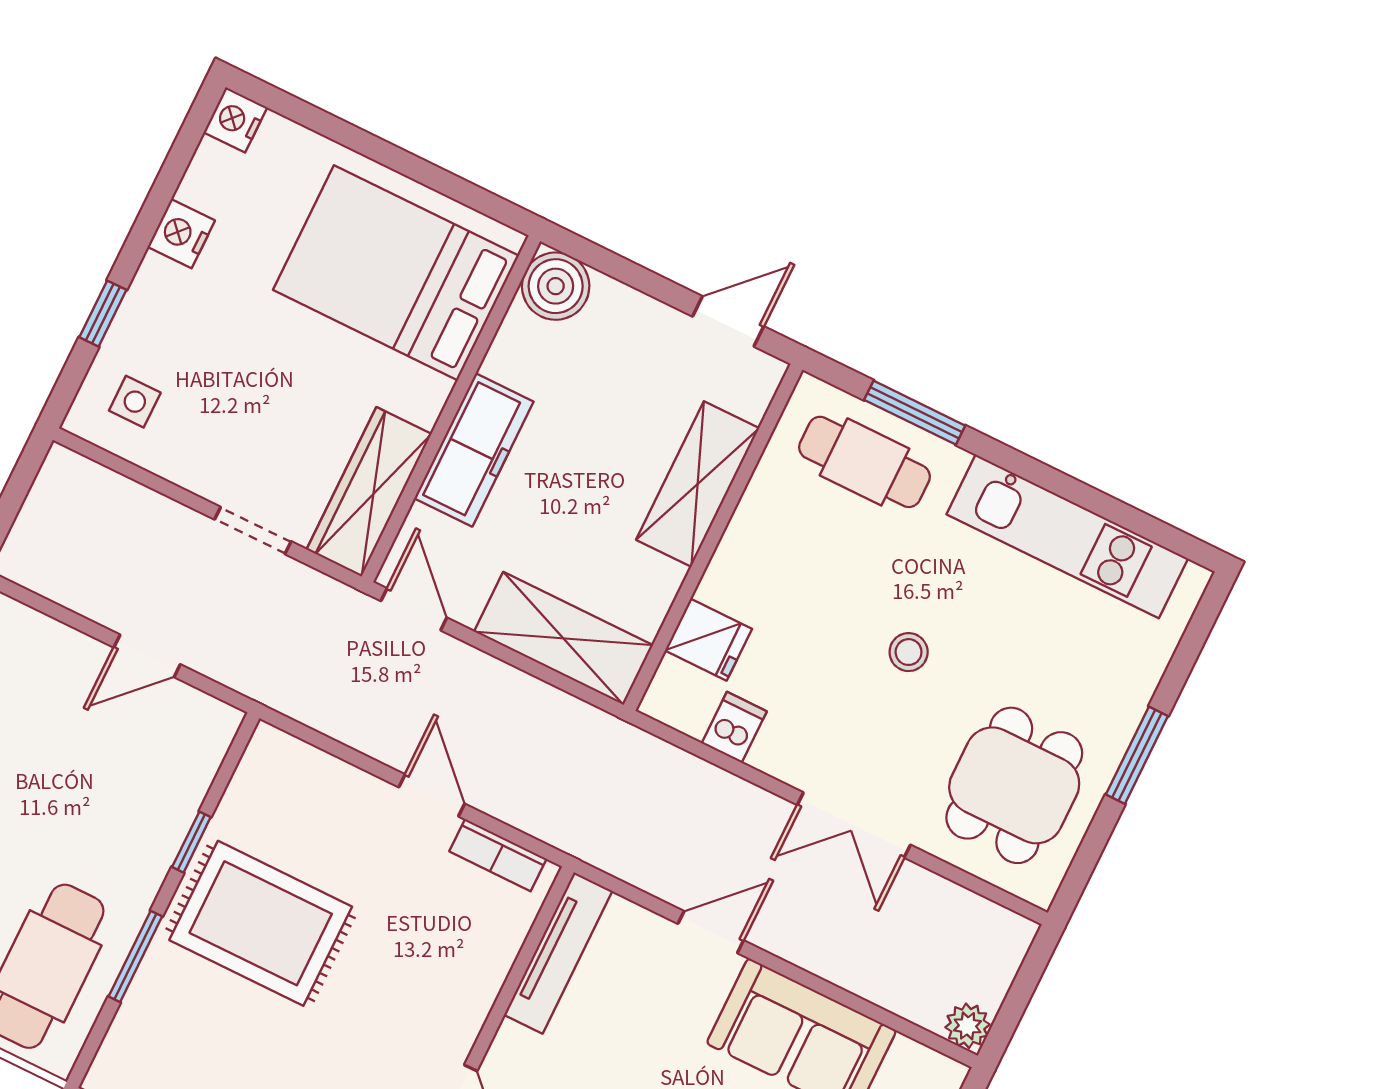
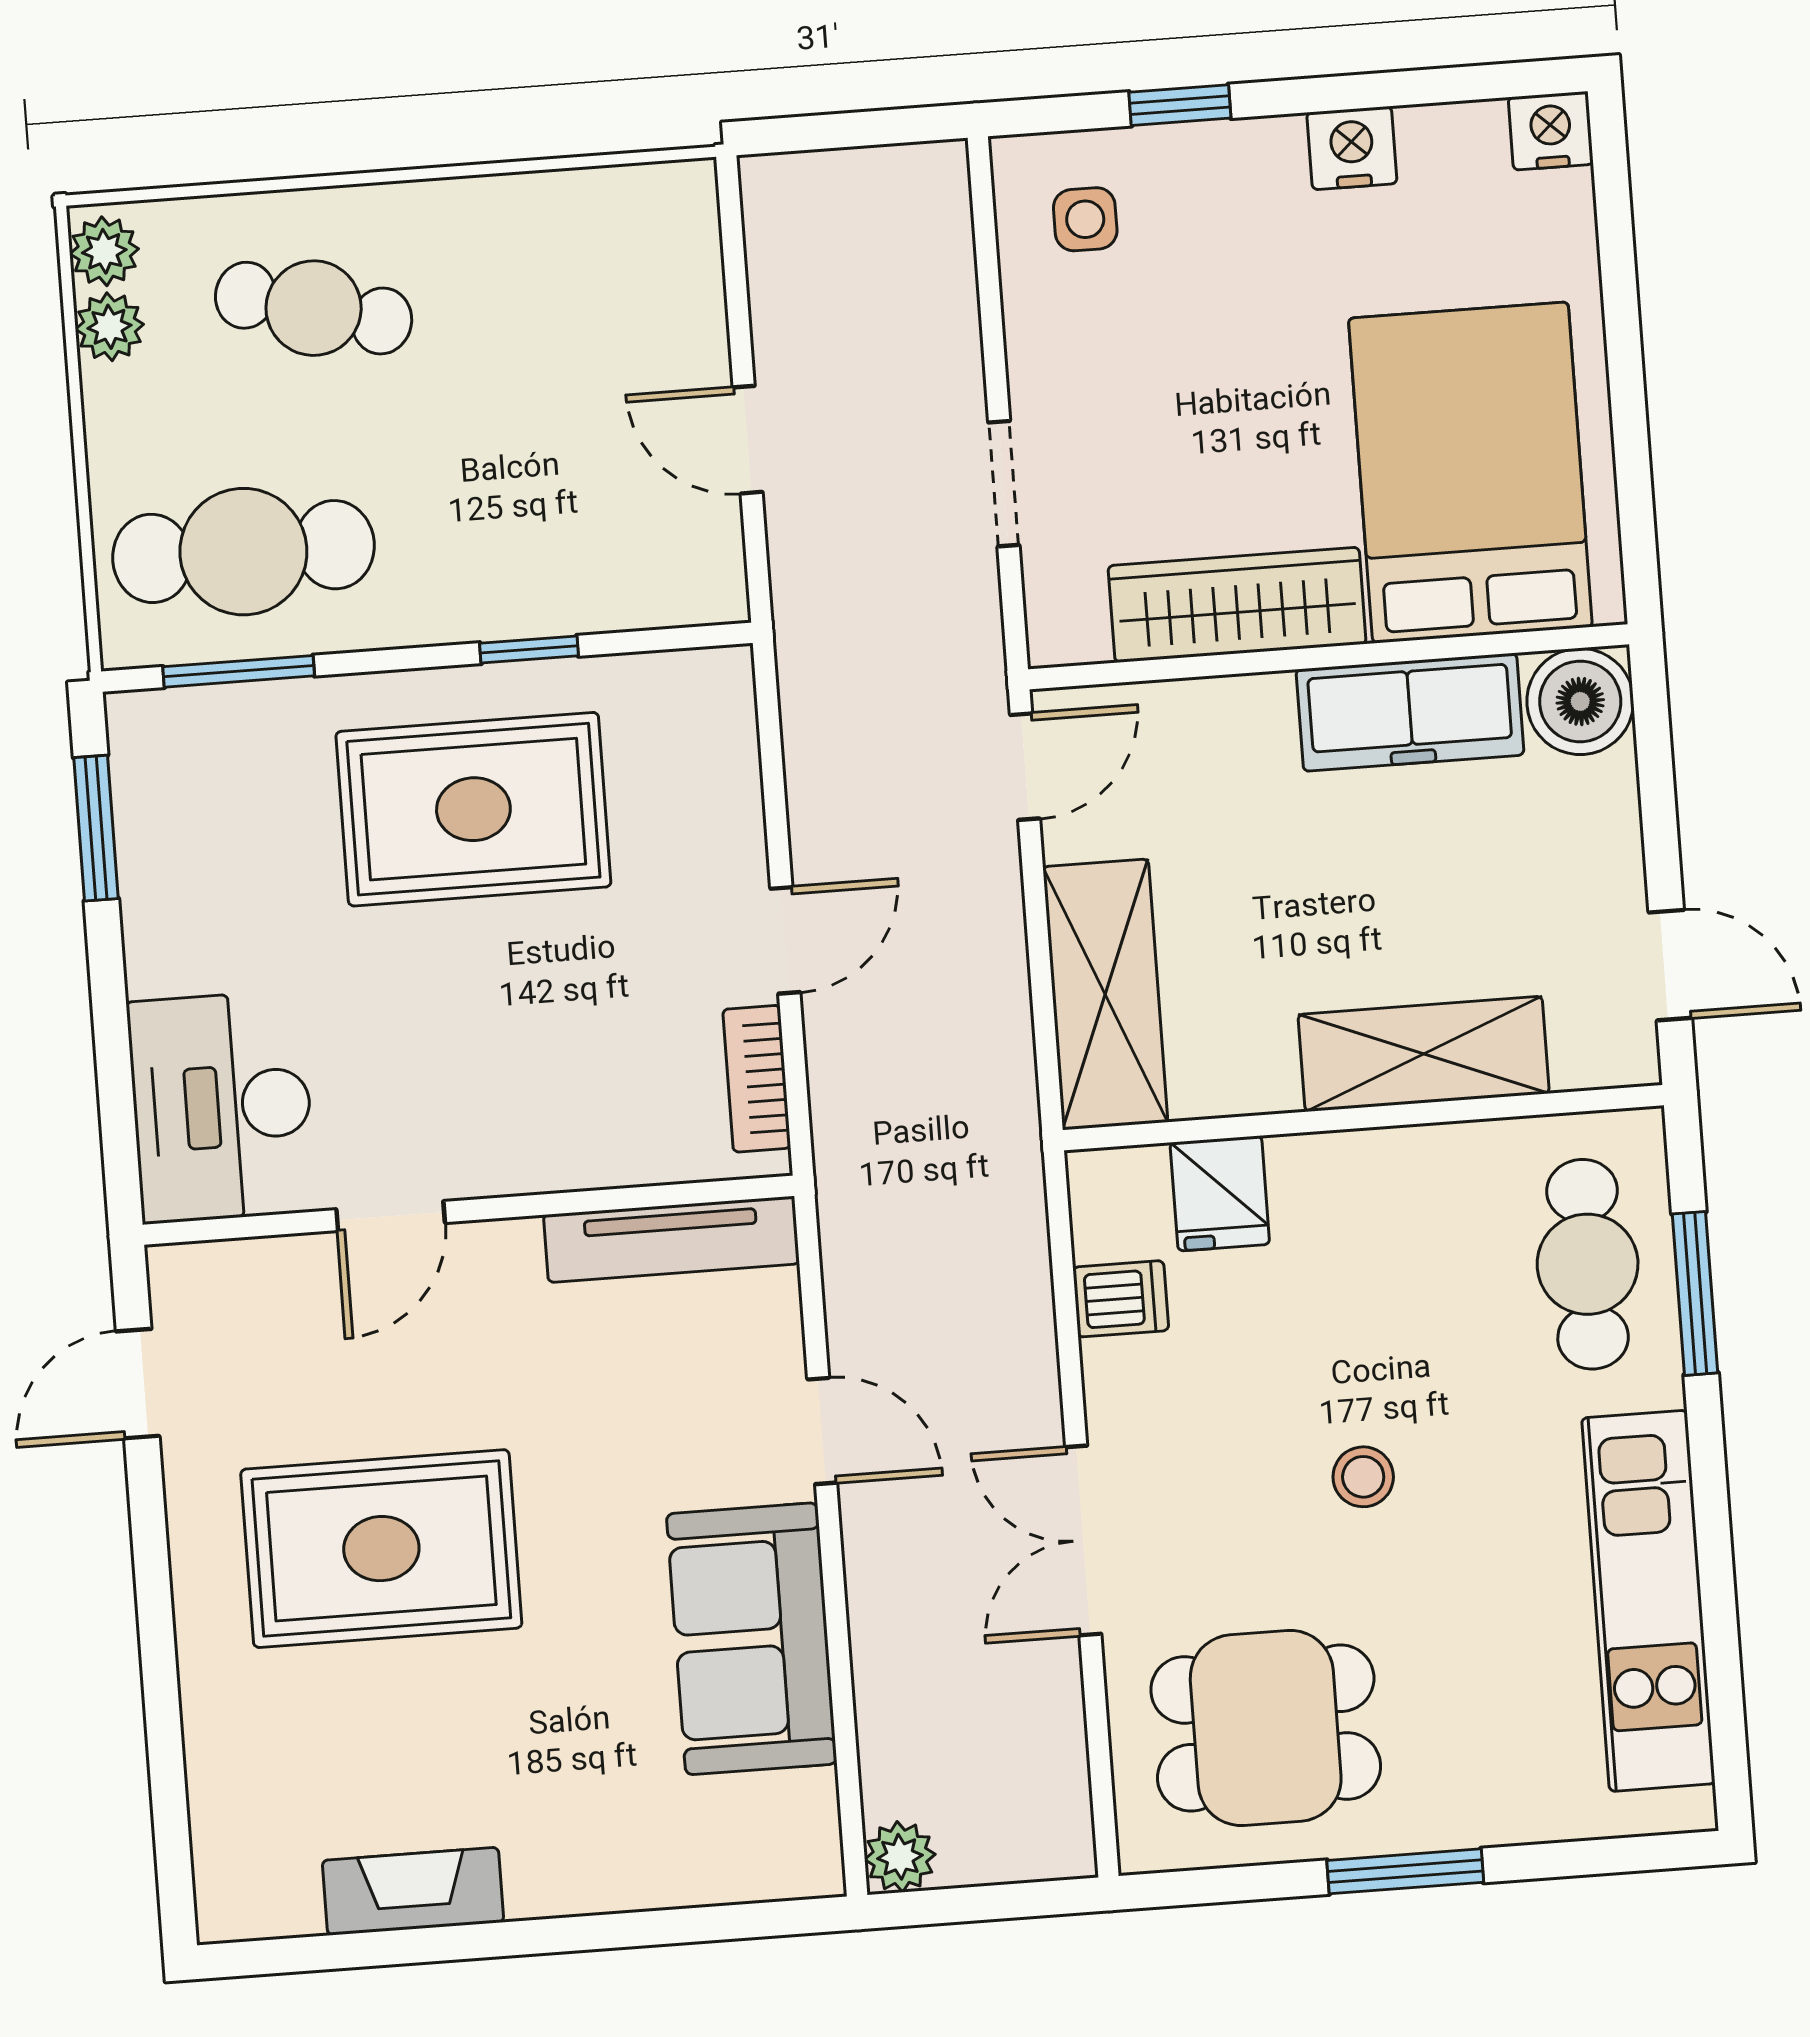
freezer: (474, 450) -> (1410, 712), moved
wardrobe: (369, 492) -> (1237, 605), moved
rug: (261, 923) -> (473, 809), turned 90
window: (135, 956) -> (239, 671), moved

